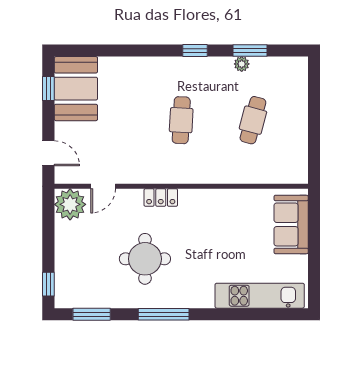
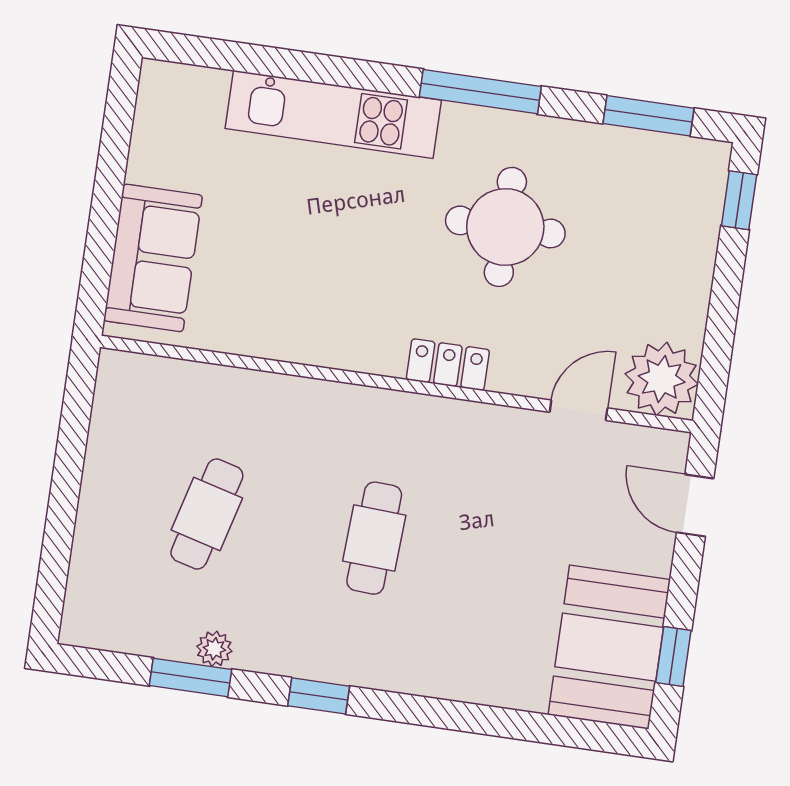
kitchen unit: (260, 296) -> (333, 114), moved

